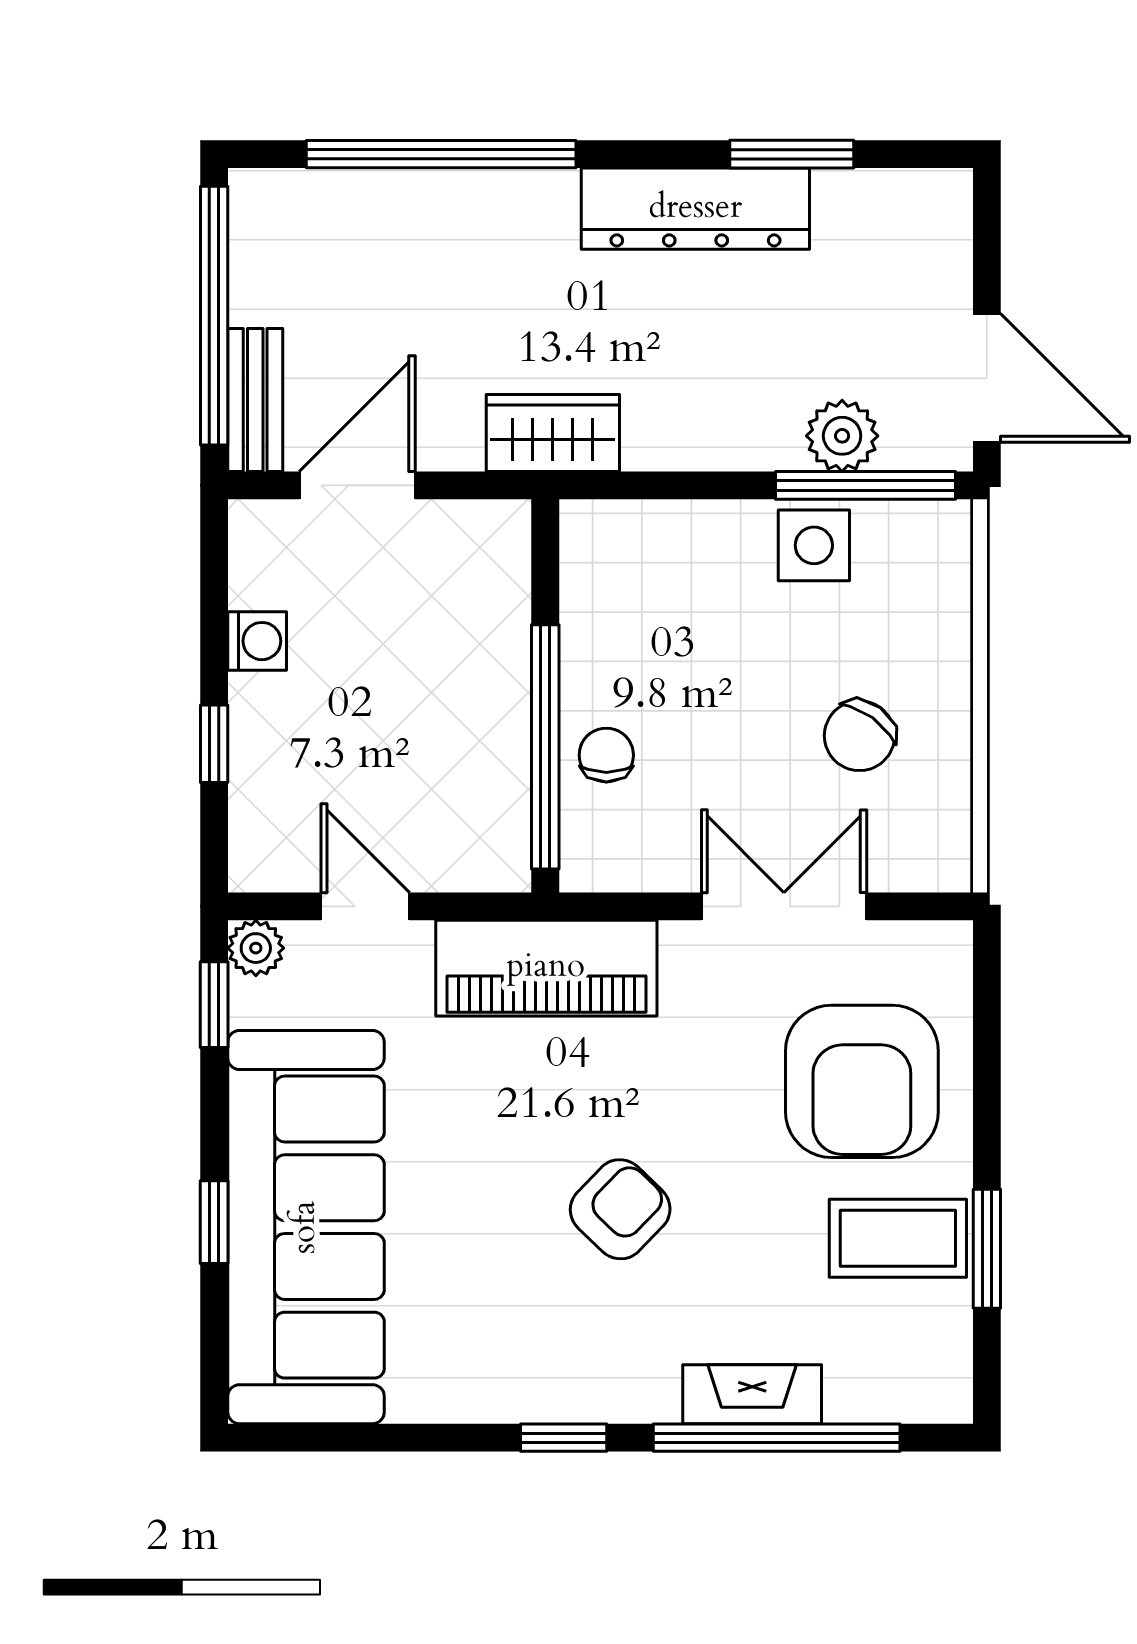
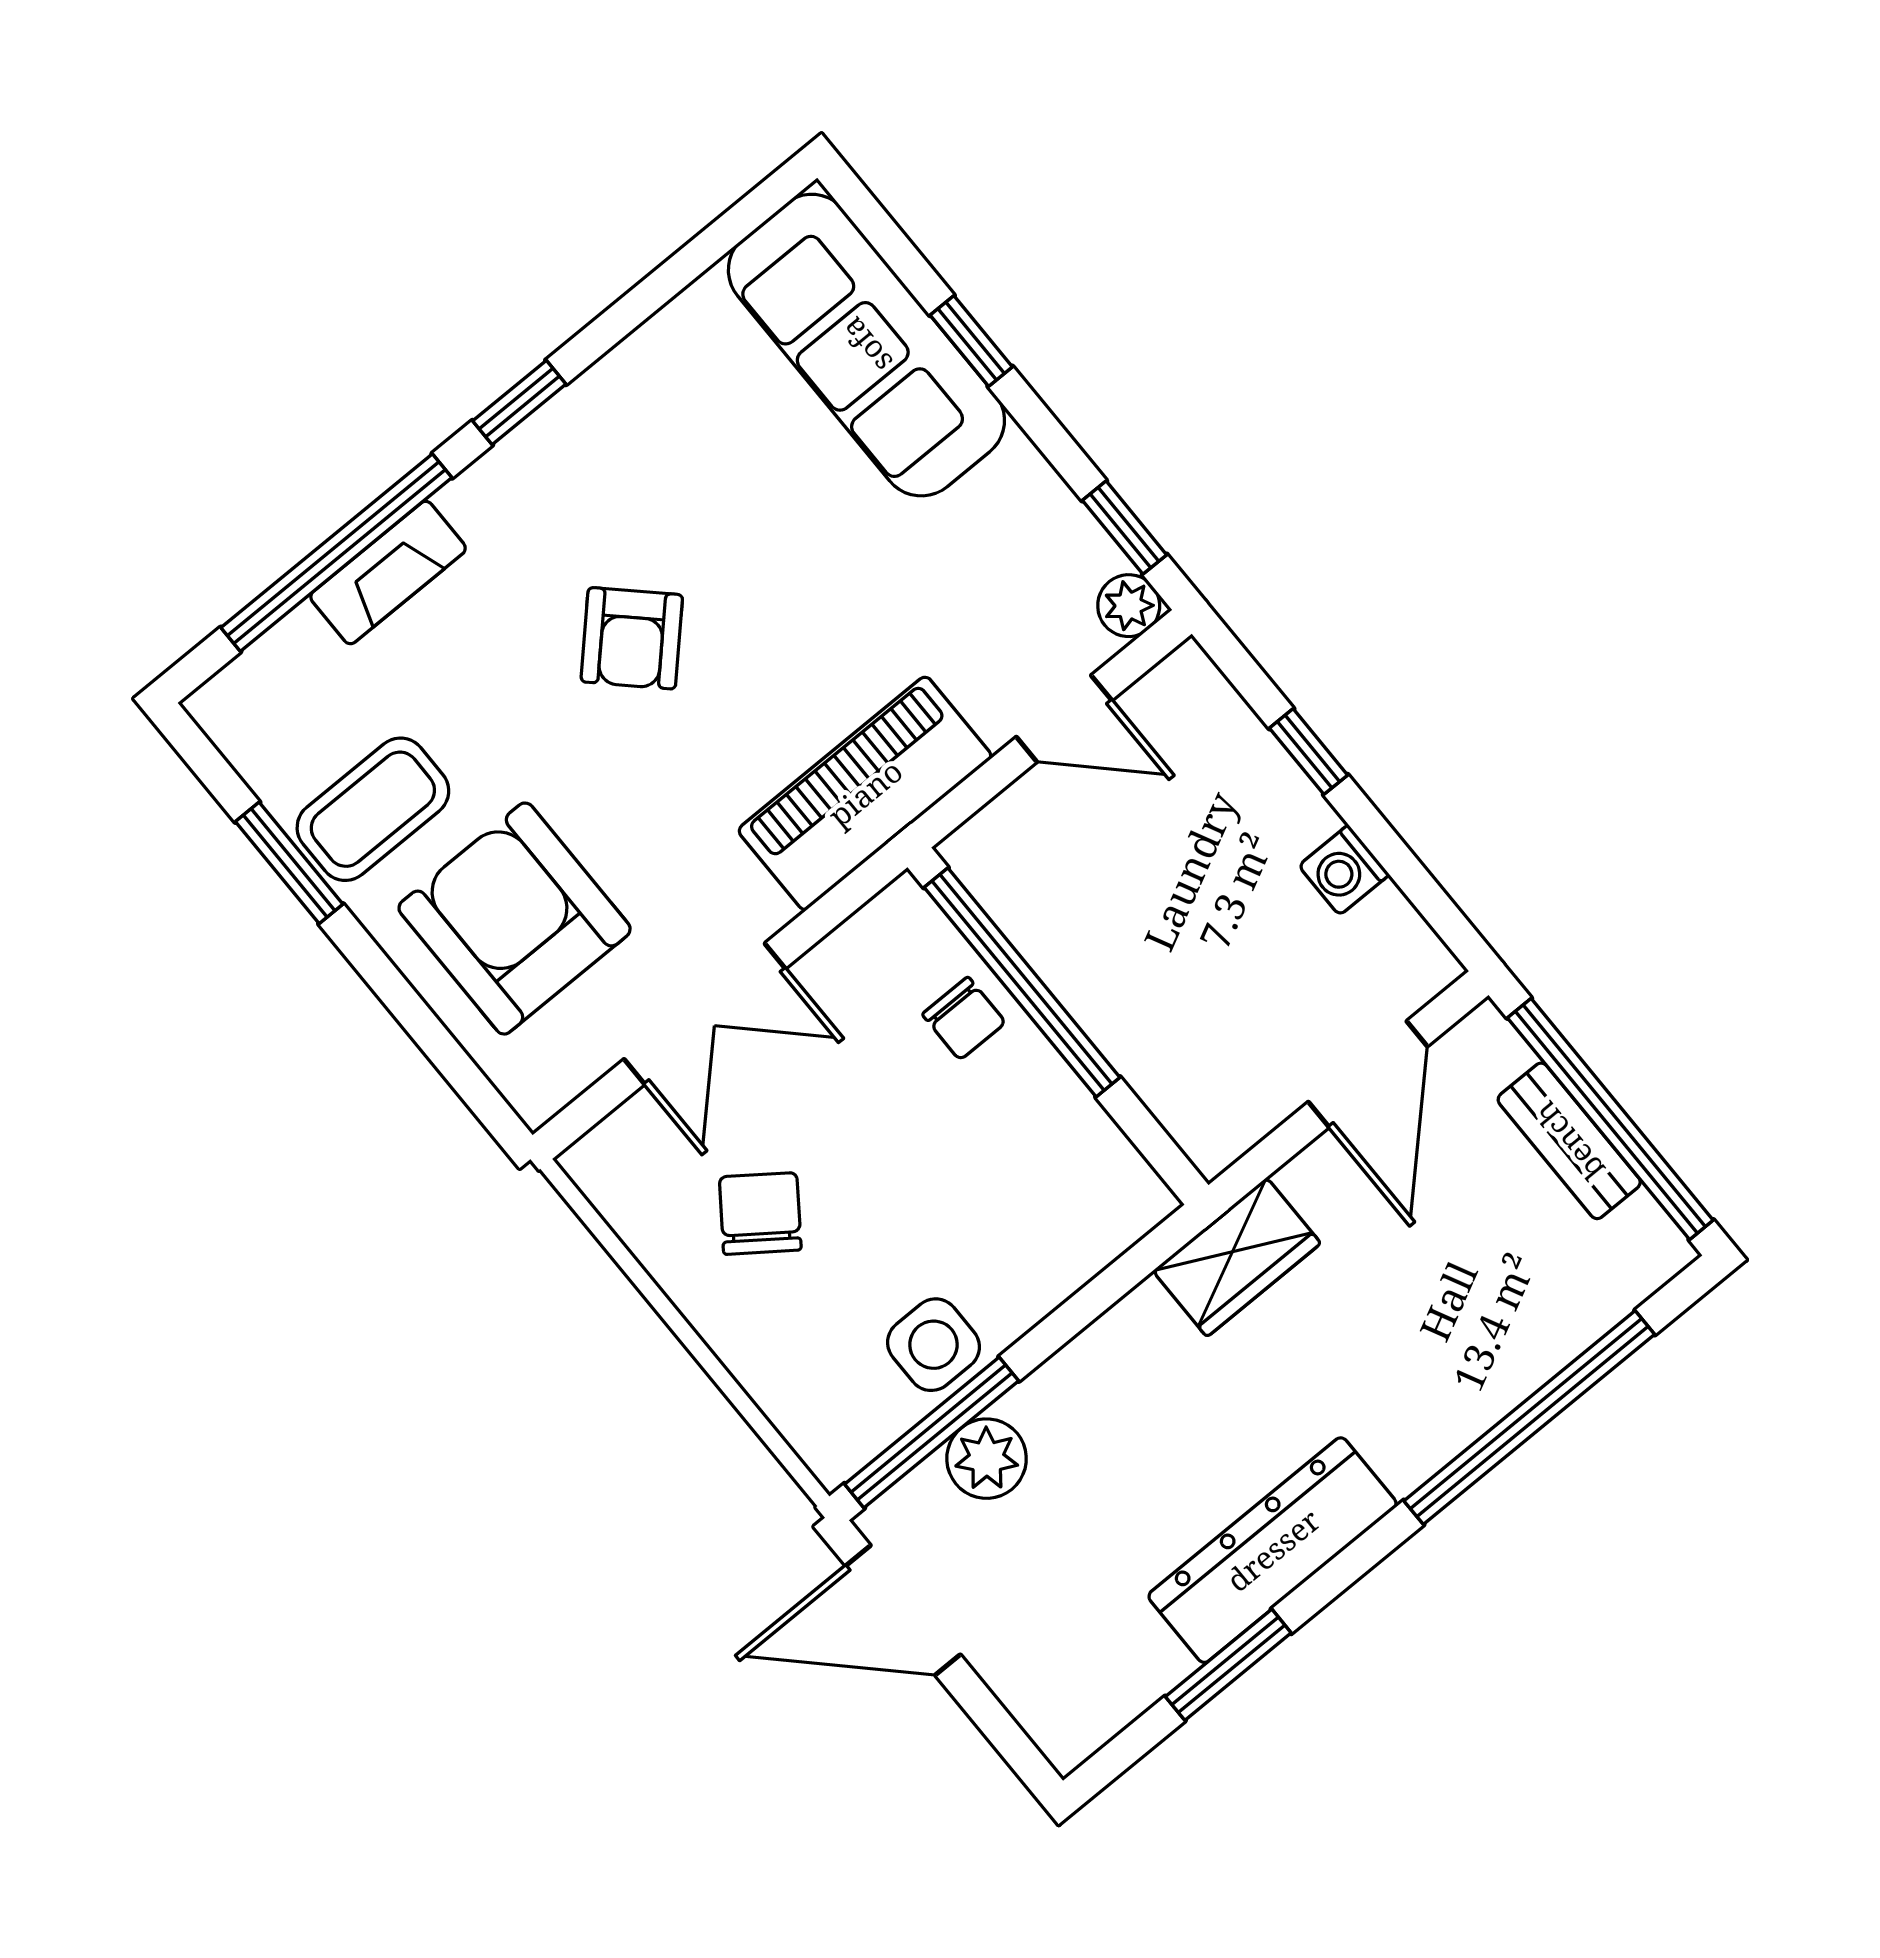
bench: (255, 400) -> (1569, 1141), moved
sofa: (306, 1227) -> (866, 345), width x0.74, depth x0.79

